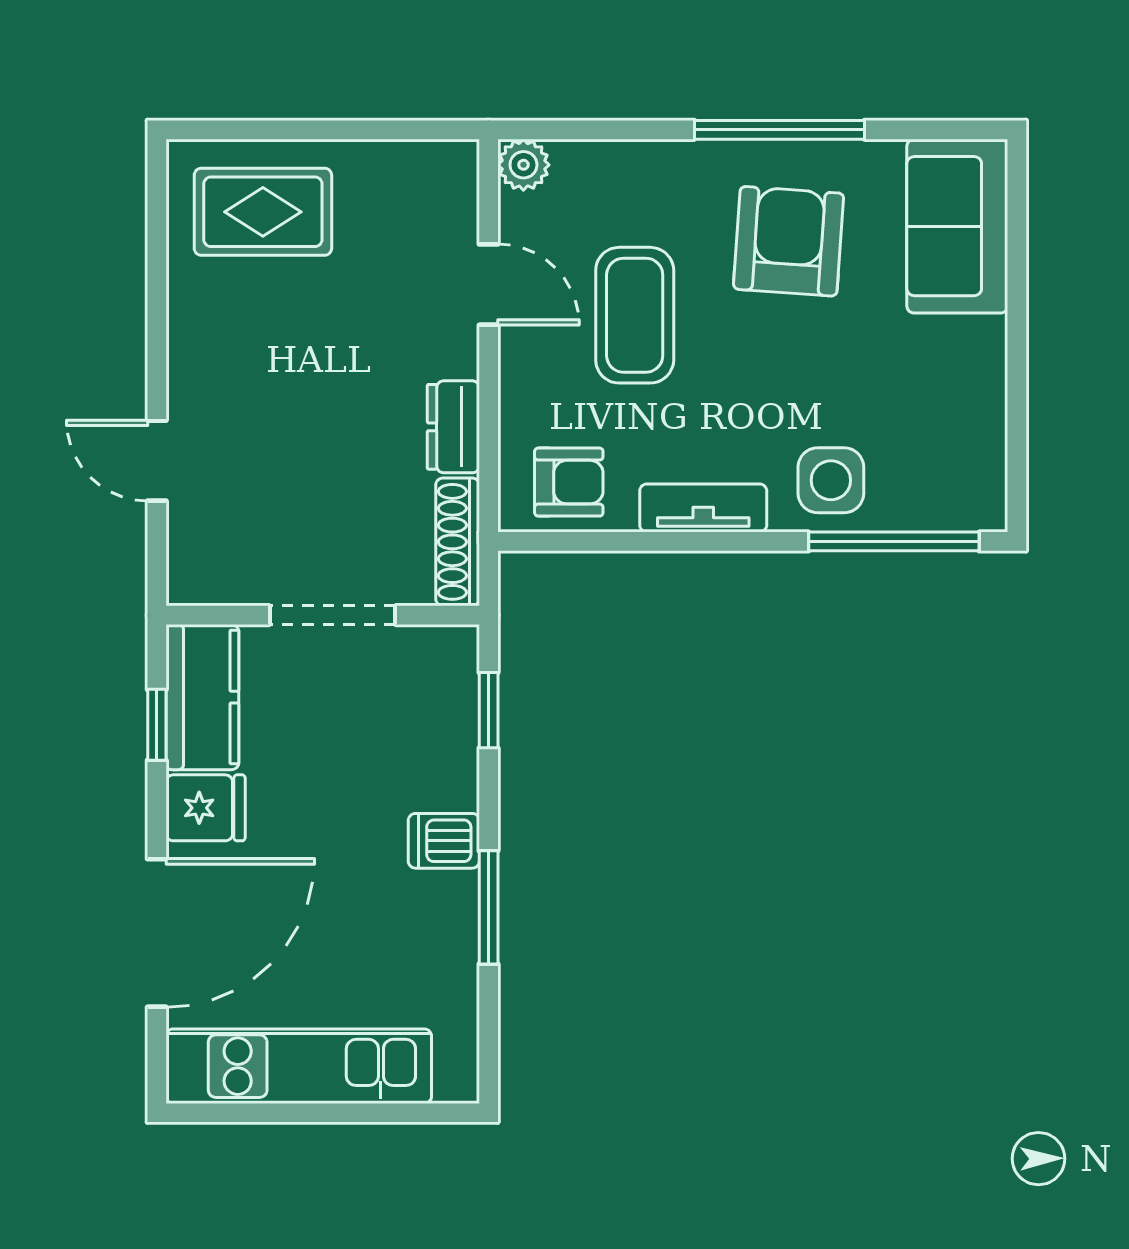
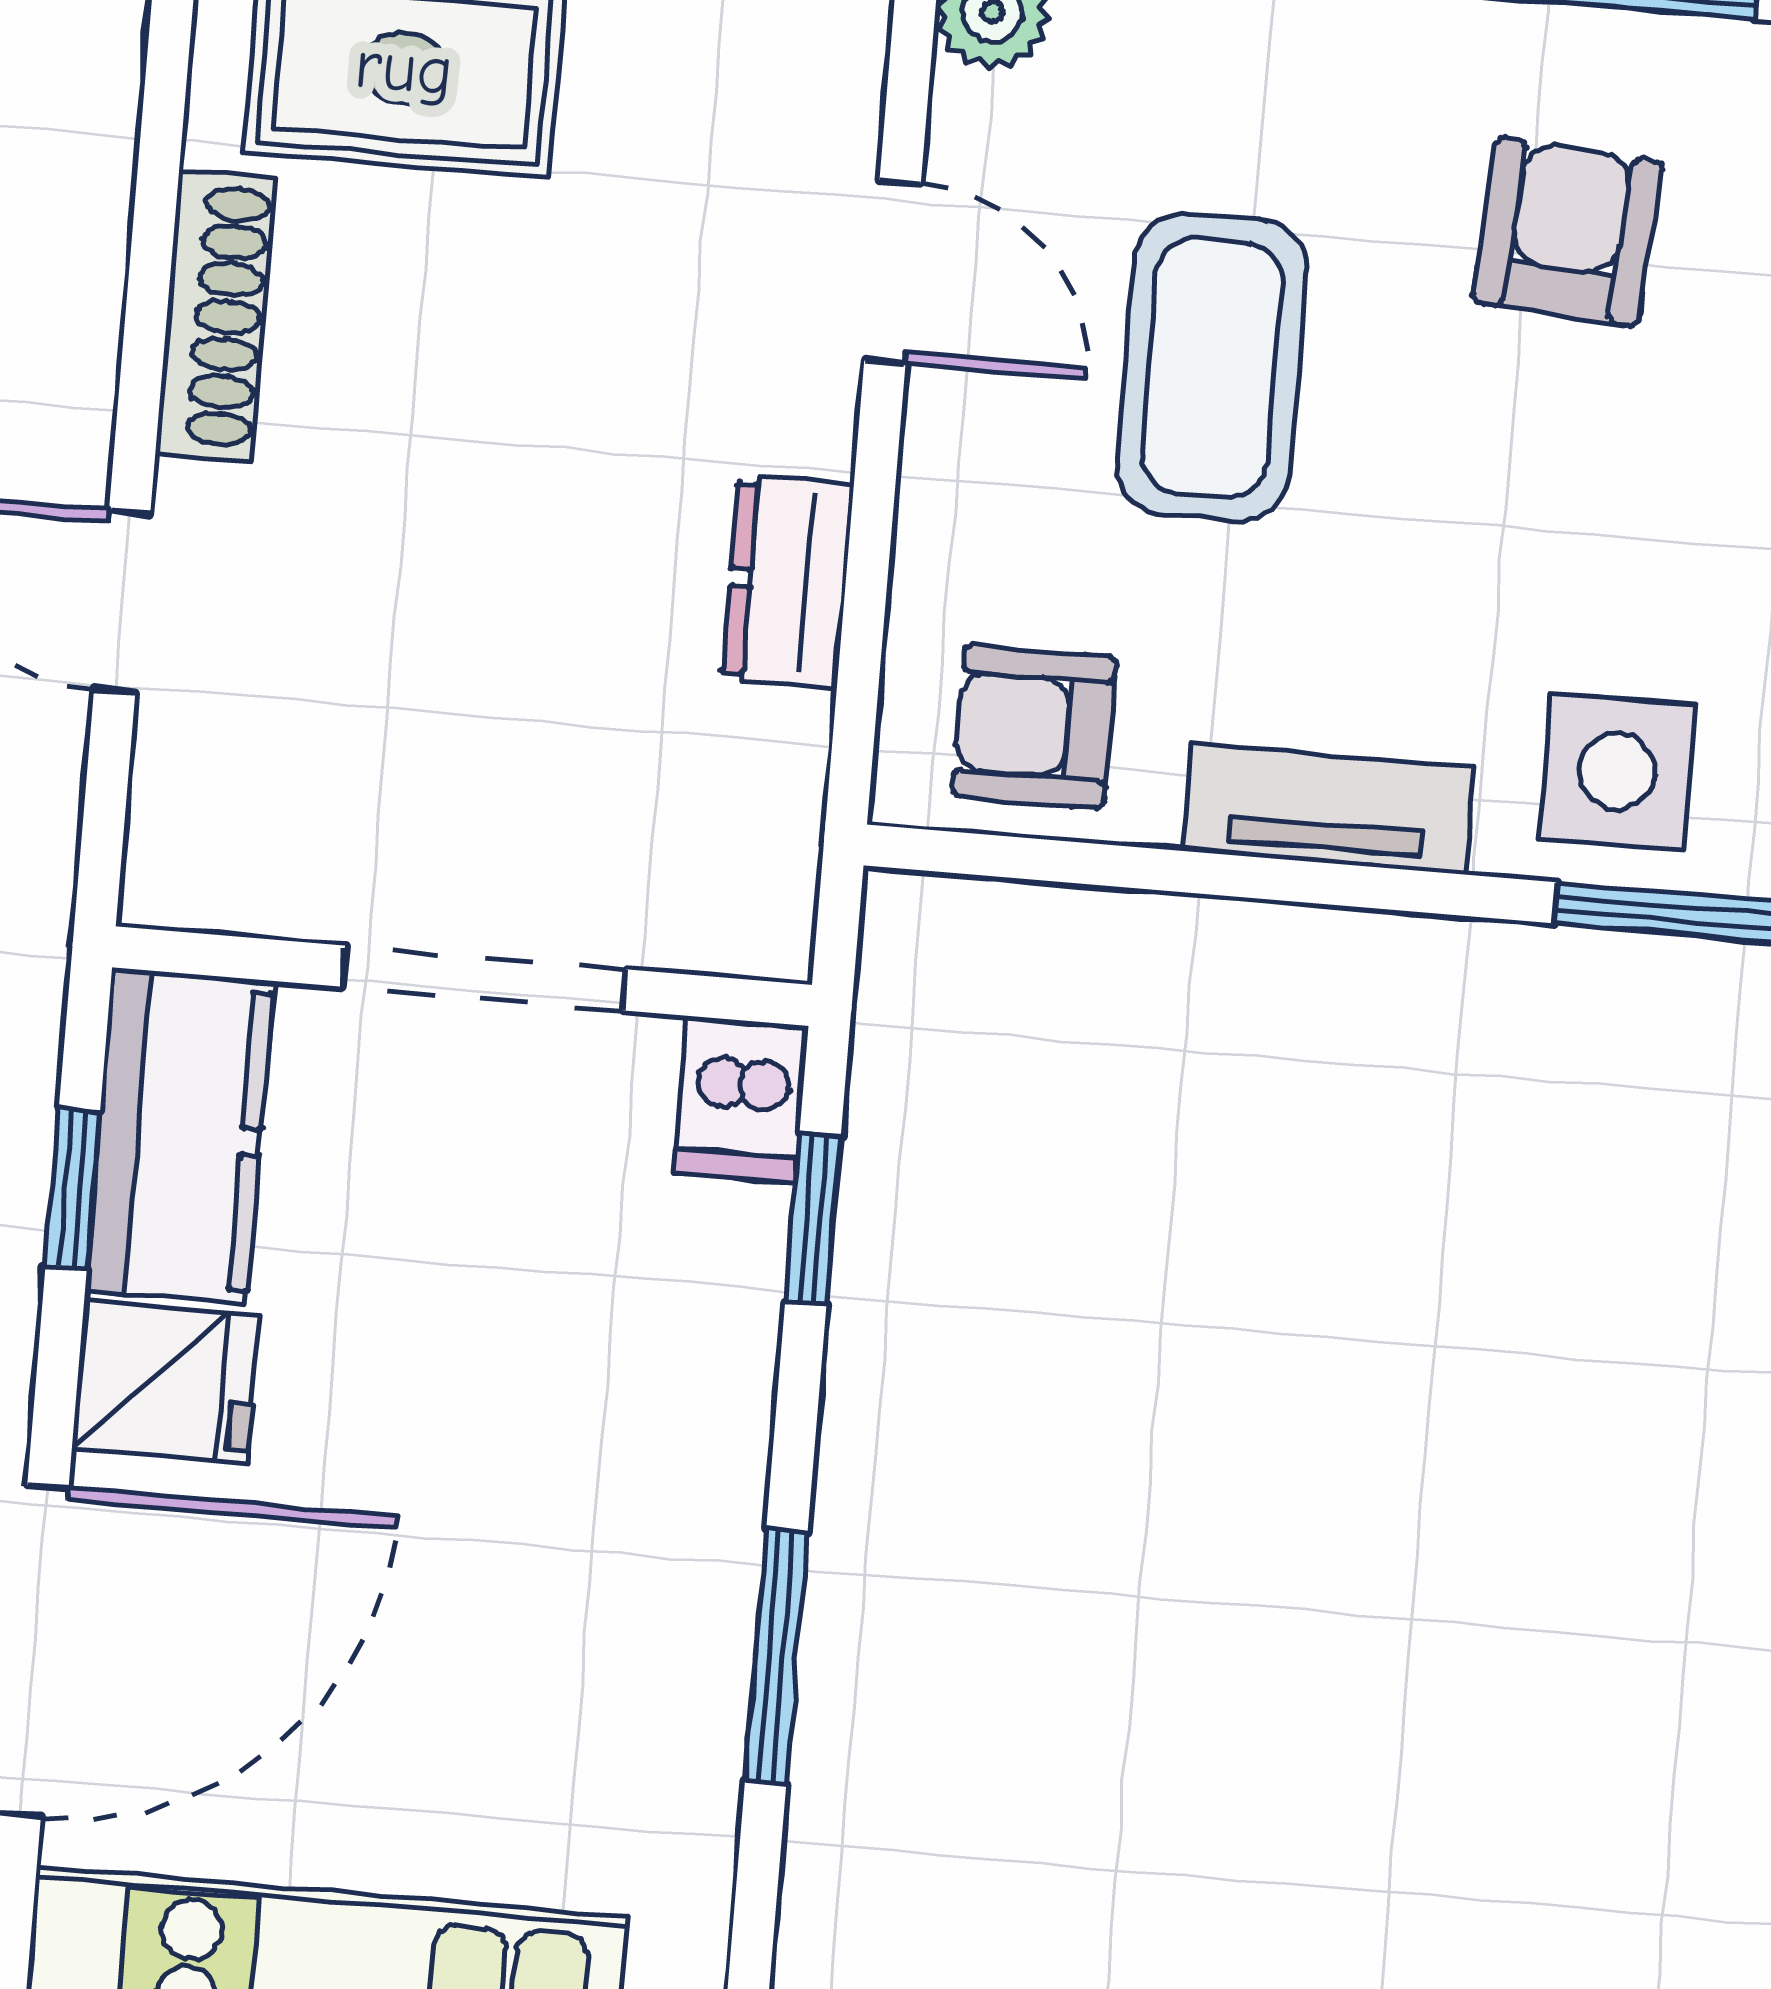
armchair: (789, 241) -> (1568, 232), width x0.72, depth x0.72
armchair: (569, 482) -> (1034, 726), turned 180
shoe rack: (458, 542) -> (215, 316), moved, turned 180
dishwasher: (444, 841) -> (741, 1100), moved, turned -90

